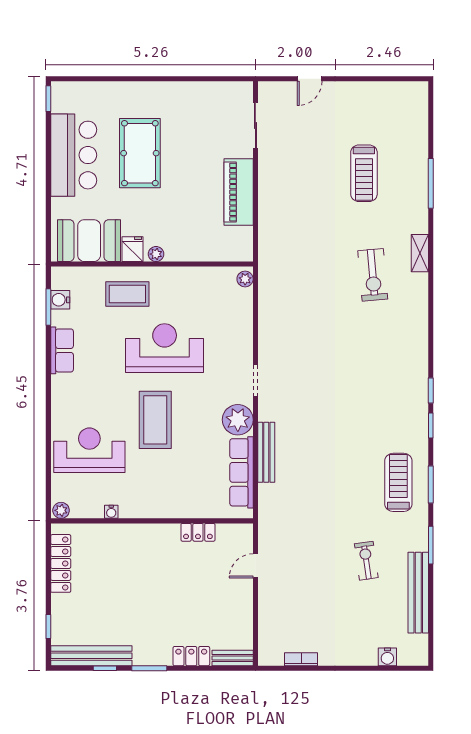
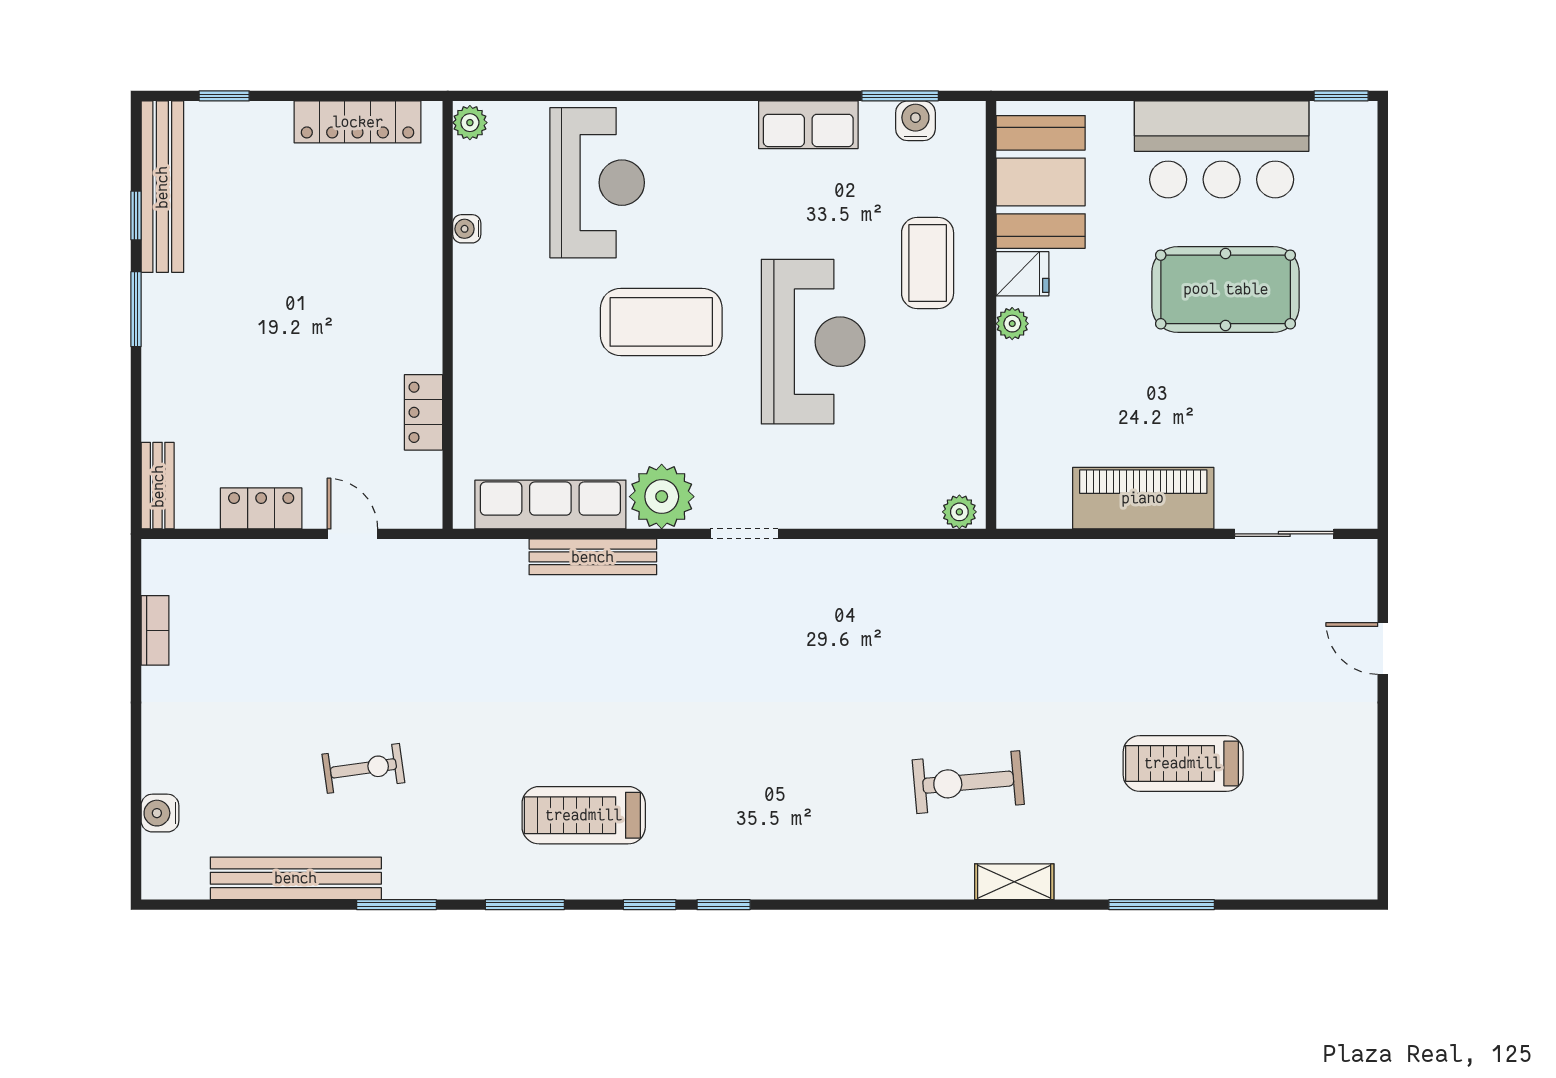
treadmill: (398, 482) -> (584, 815), moved, turned 180
locker: (191, 656) -> (261, 508), moved, turned -90

